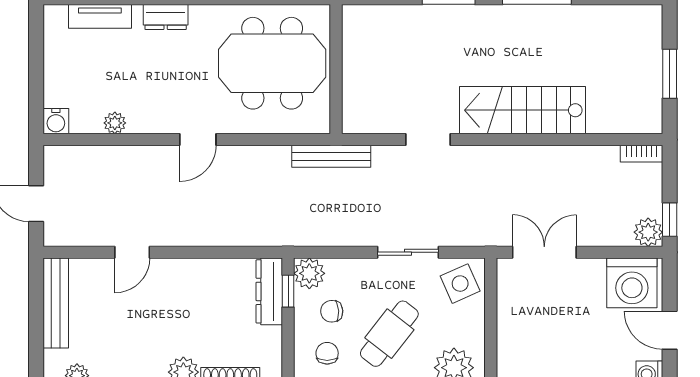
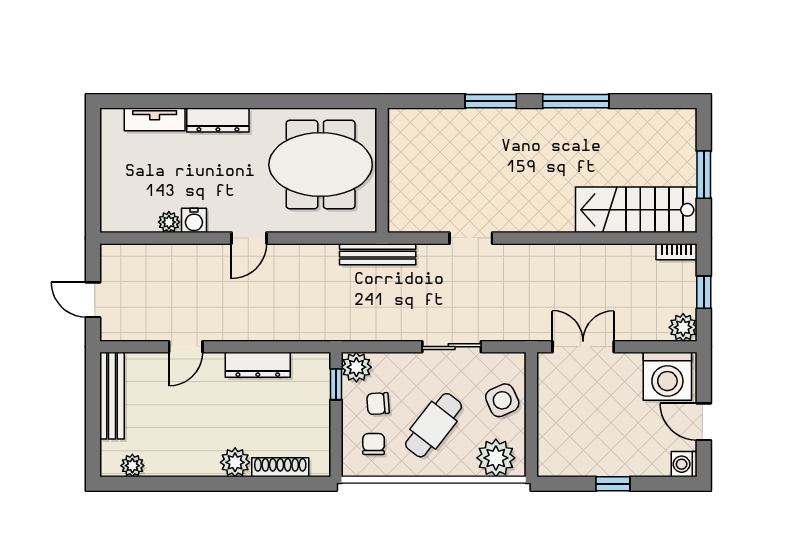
dresser: (166, 17) -> (218, 120), width x1.44
stairs: (522, 110) -> (636, 210), moved
water cooler: (56, 121) -> (194, 220), moved
window: (670, 220) -> (704, 292), moved
side table: (460, 284) -> (502, 400), moved
dresser: (269, 291) -> (258, 365), moved, turned -90

